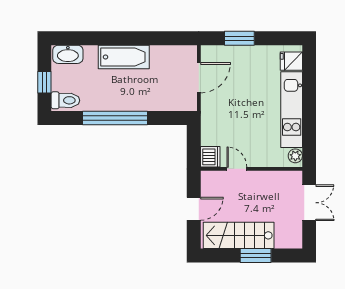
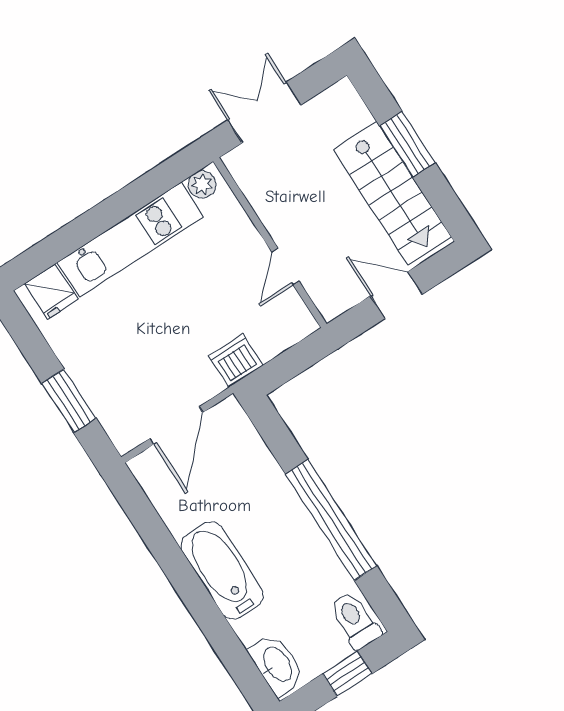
door: (199, 78) -> (176, 425), swing flipped
dishwasher: (210, 157) -> (236, 361), moved

